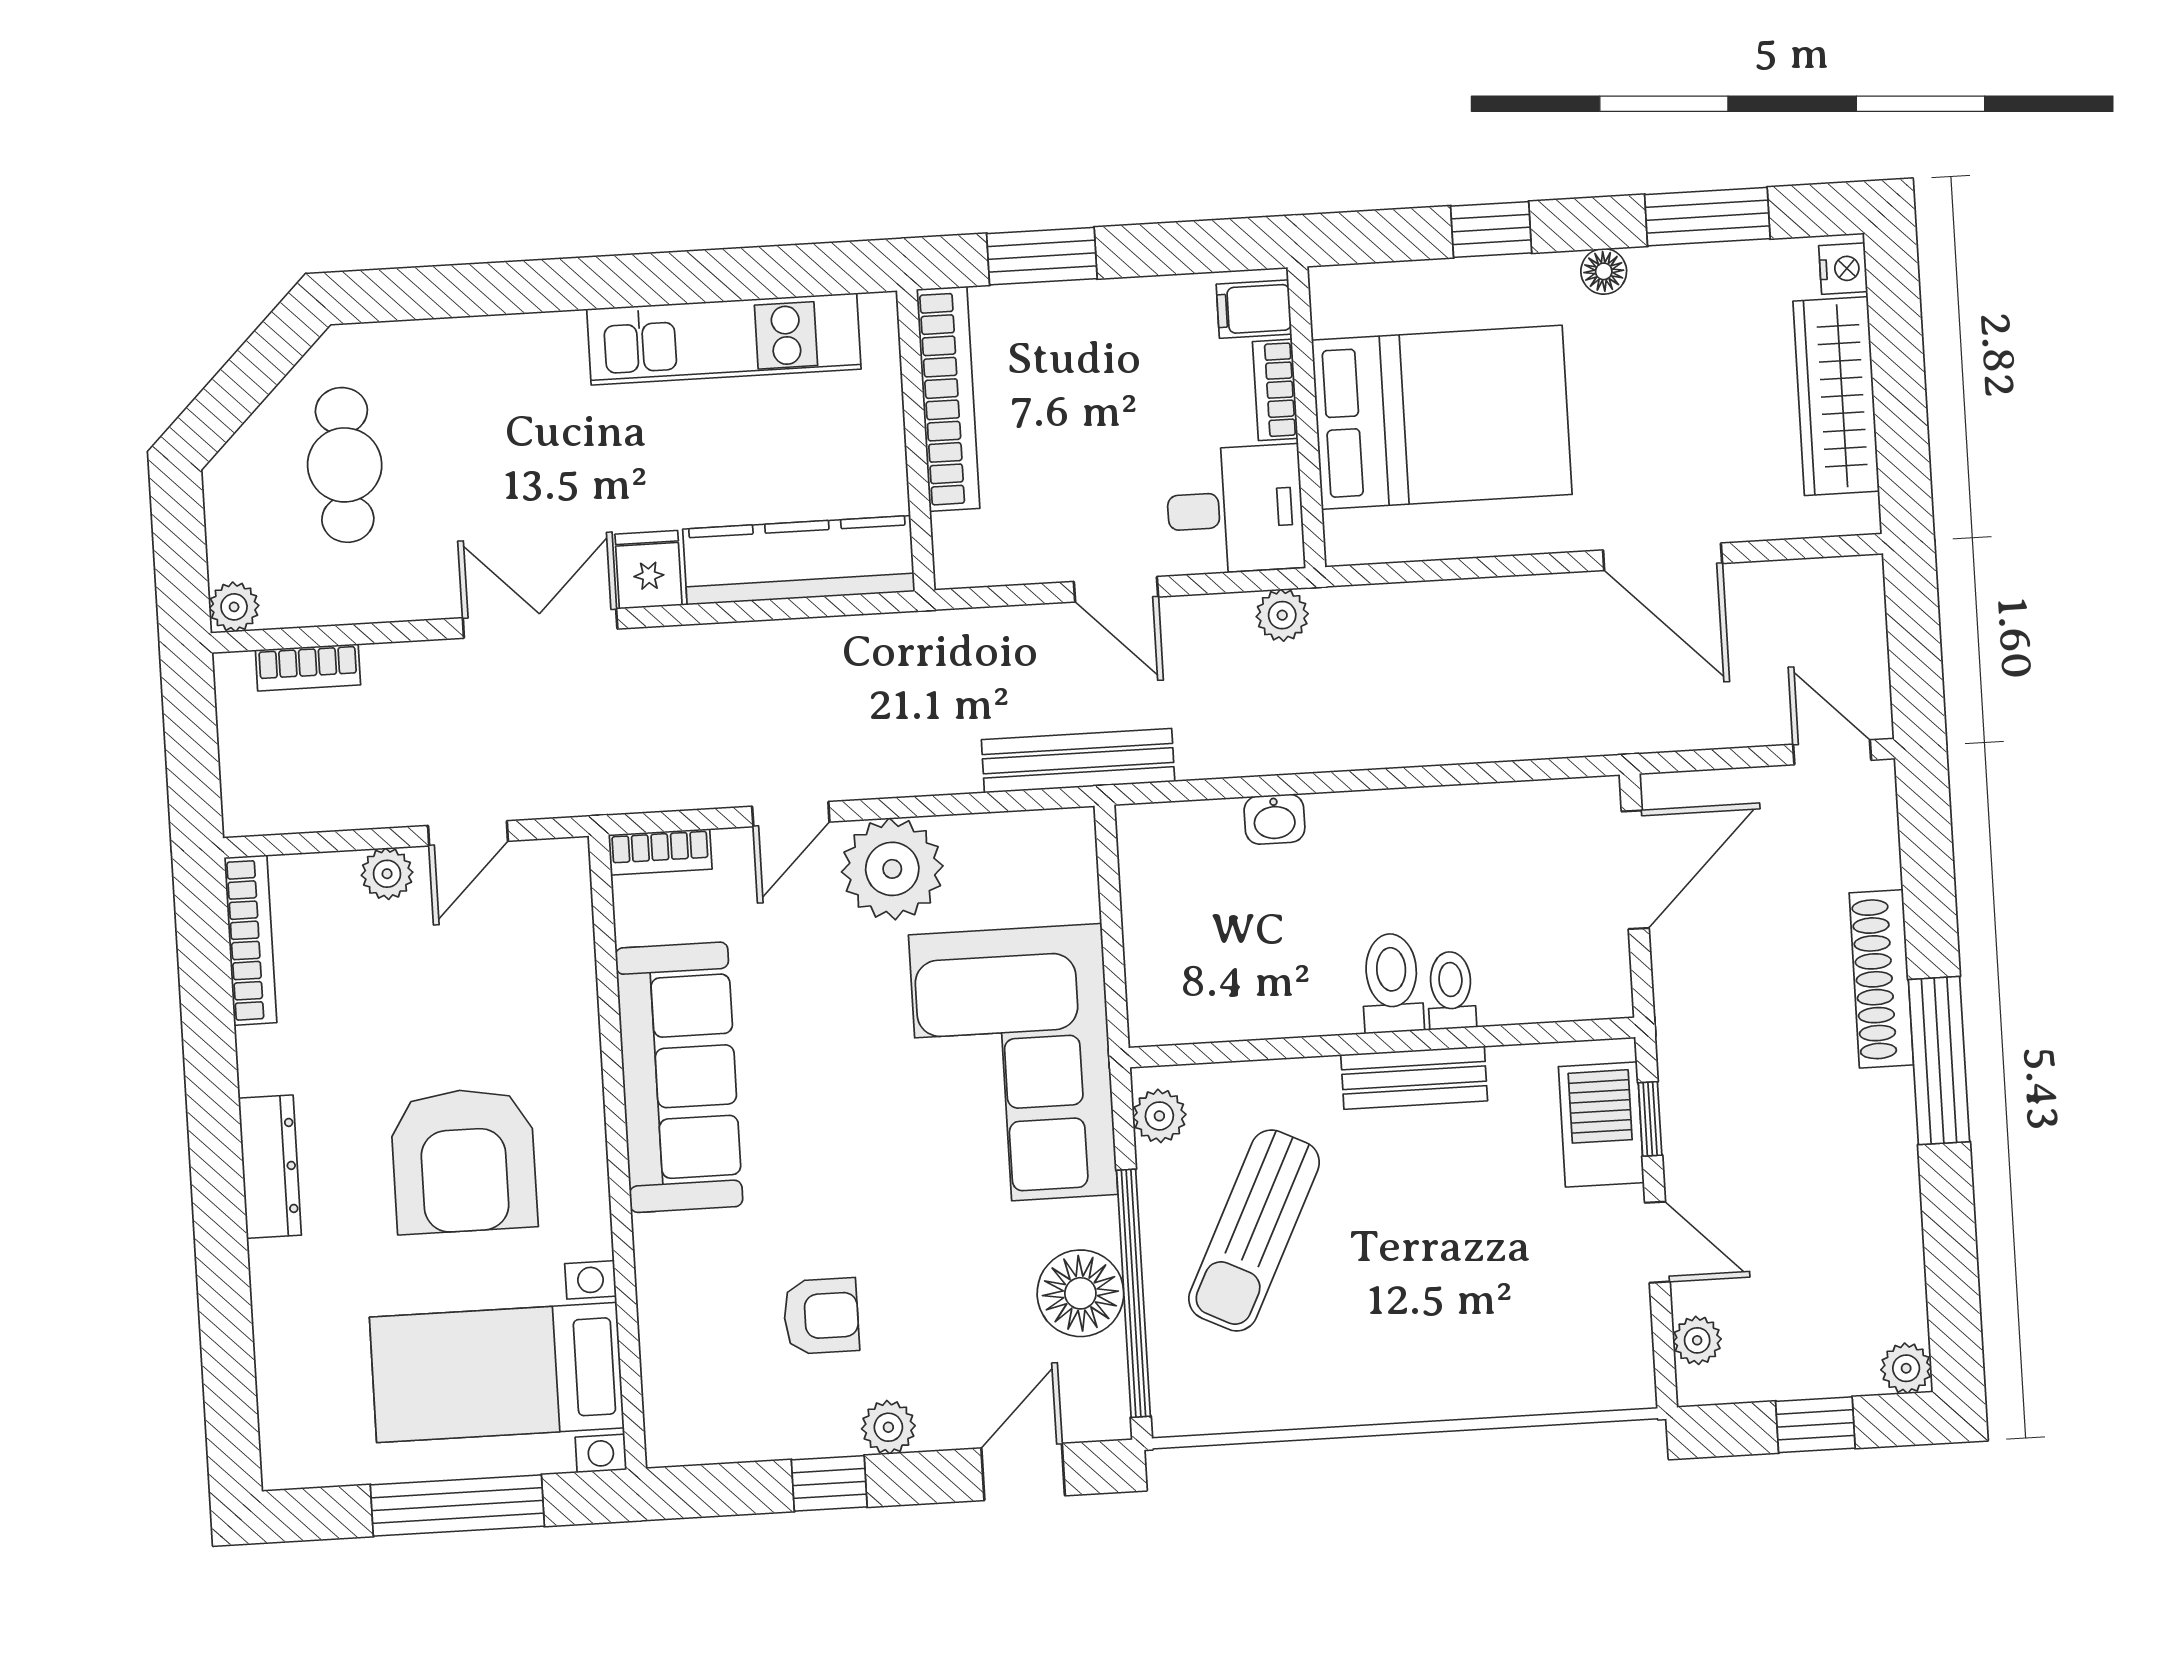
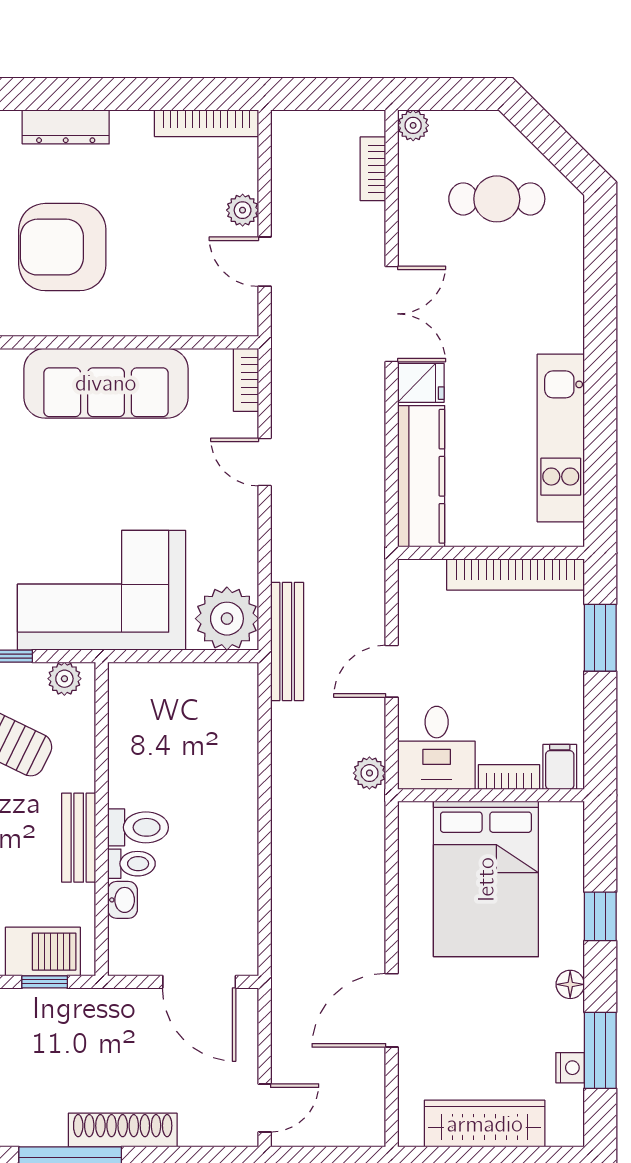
nightstand: (1843, 269) -> (570, 1068), moved, turned -90
washbasin: (1274, 819) -> (123, 900), moved, turned 180
plant: (892, 869) -> (227, 619), moved

